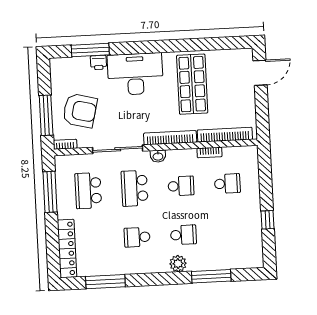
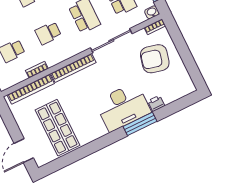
window: (90, 50) -> (140, 124), moved
shop shelf: (192, 84) -> (58, 128), moved
window: (46, 115) -> (180, 43), removed
washbasin: (158, 156) -> (152, 12), moved

